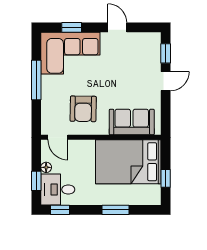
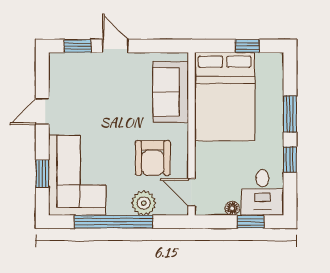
window: (36, 80) -> (114, 222), width x1.46
plant: (50, 102) -> (144, 203), added
armchair: (83, 109) -> (153, 158), turned 89
door: (58, 137) -> (191, 192), swing flipped
window: (60, 210) -> (290, 159), moved

